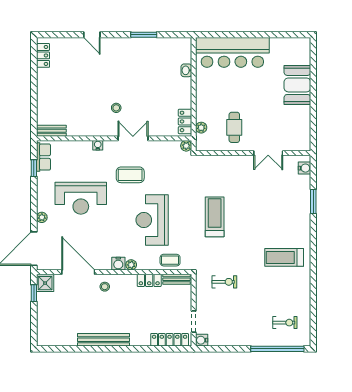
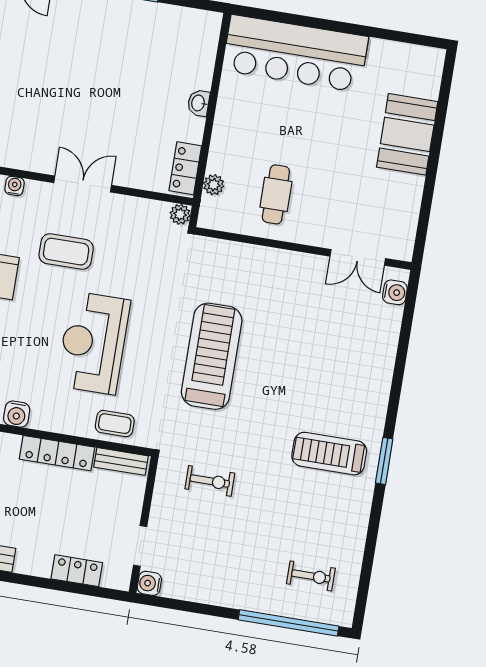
washbasin: (186, 70) -> (199, 103), moved
stool: (116, 108) -> (61, 122), removed
double door: (268, 153) -> (358, 257), moved
window: (313, 201) -> (384, 461), moved
treadmill: (215, 217) -> (212, 356), width x1.37, depth x1.38
plant: (131, 265) -> (40, 420), removed
locker: (149, 280) -> (57, 453), width x1.53
locker: (170, 340) -> (77, 571), width x0.66

